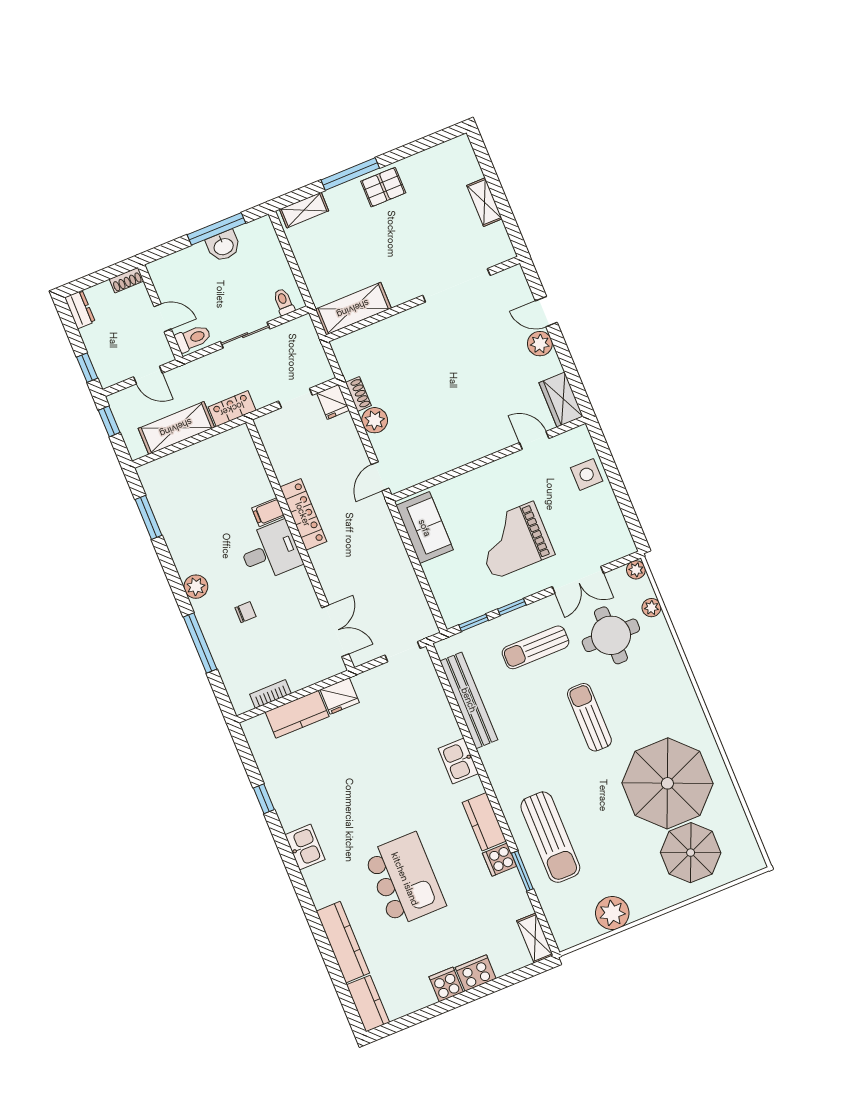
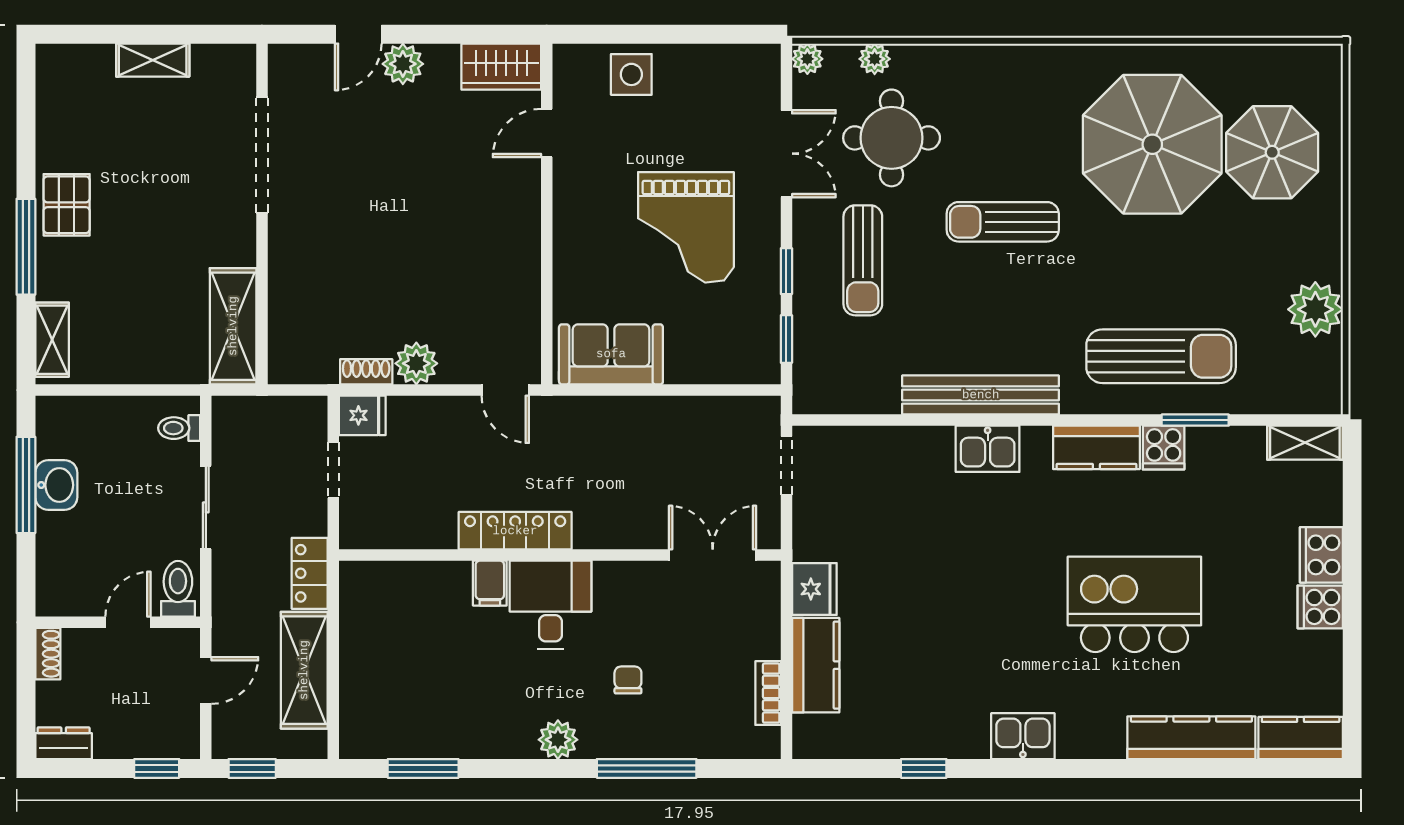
bench: (469, 700) -> (981, 395), moved

